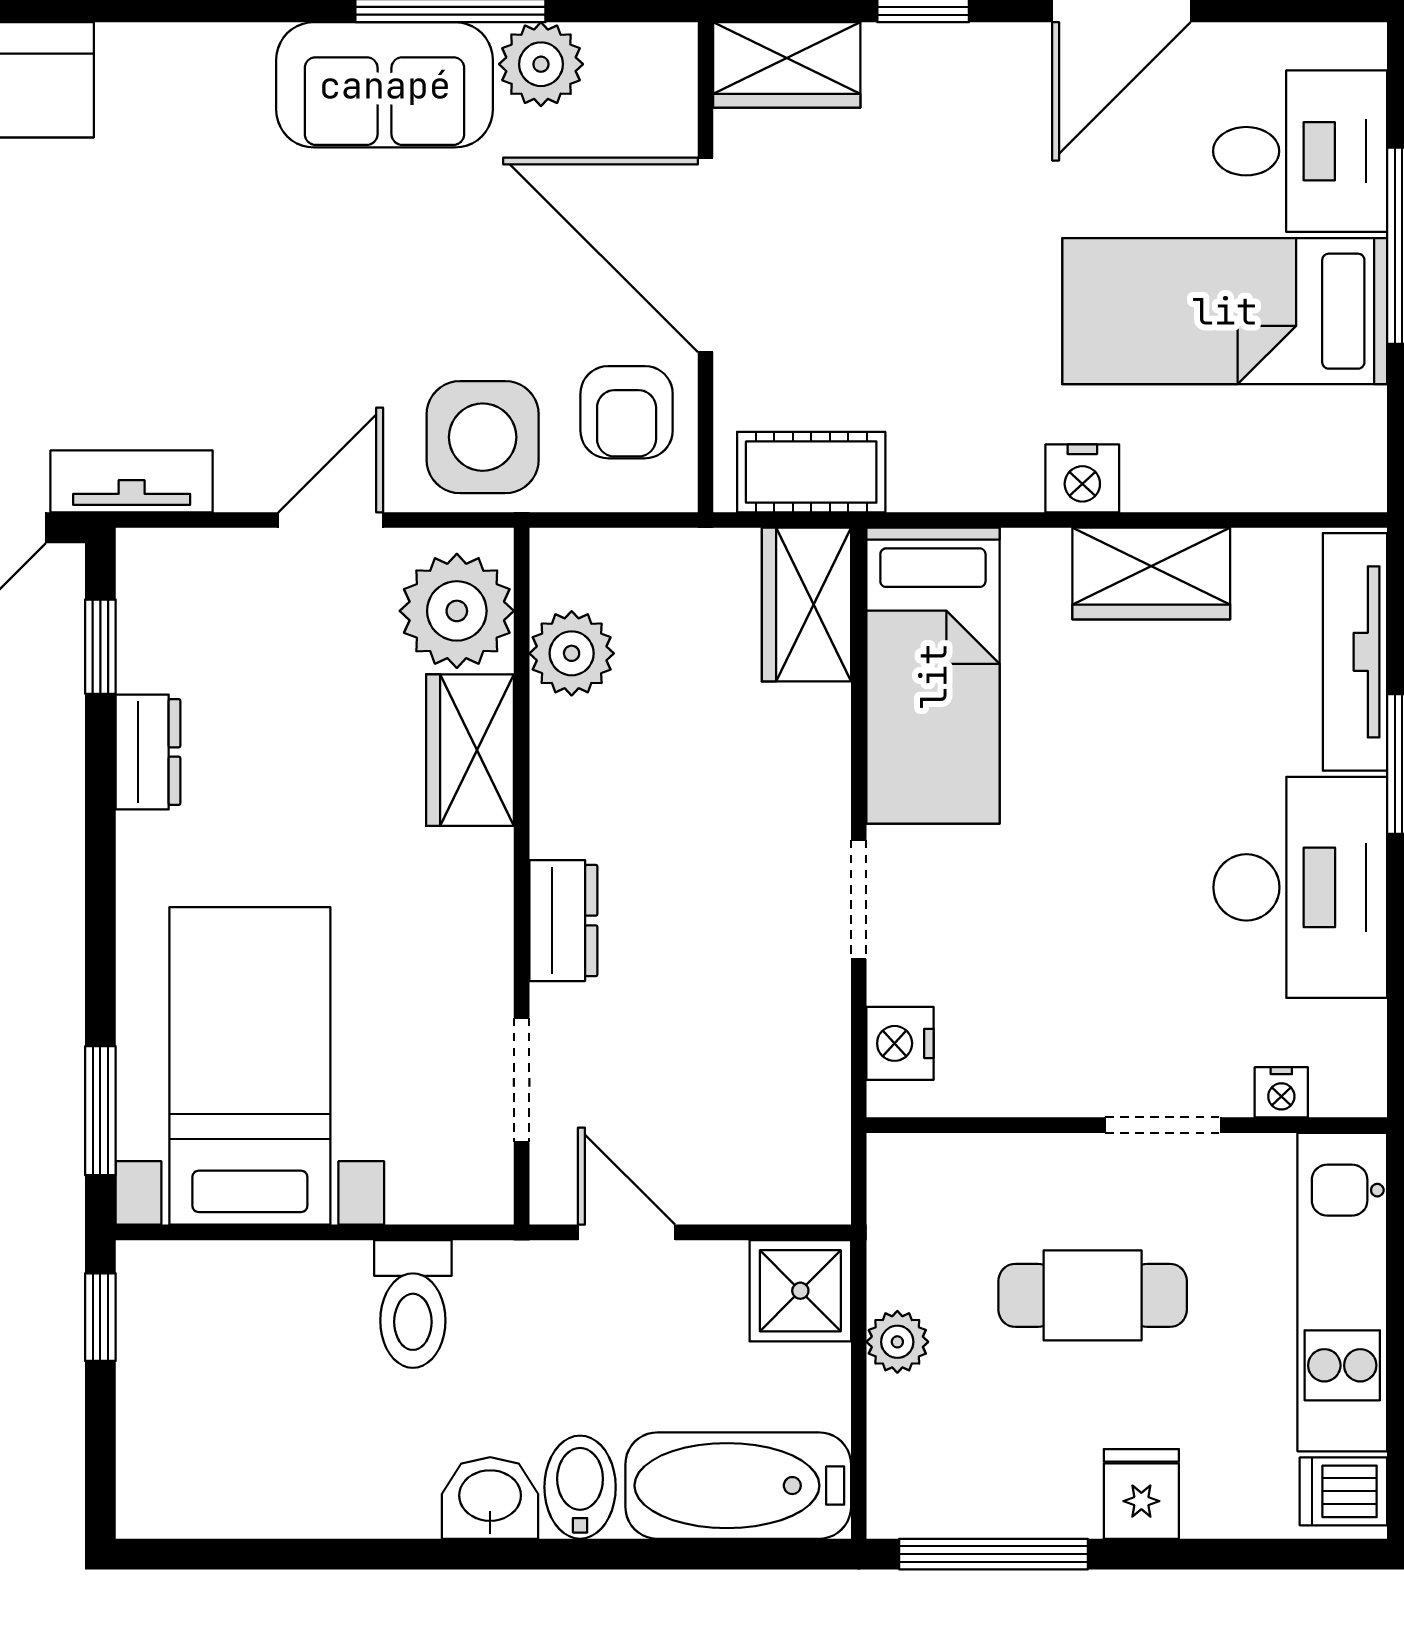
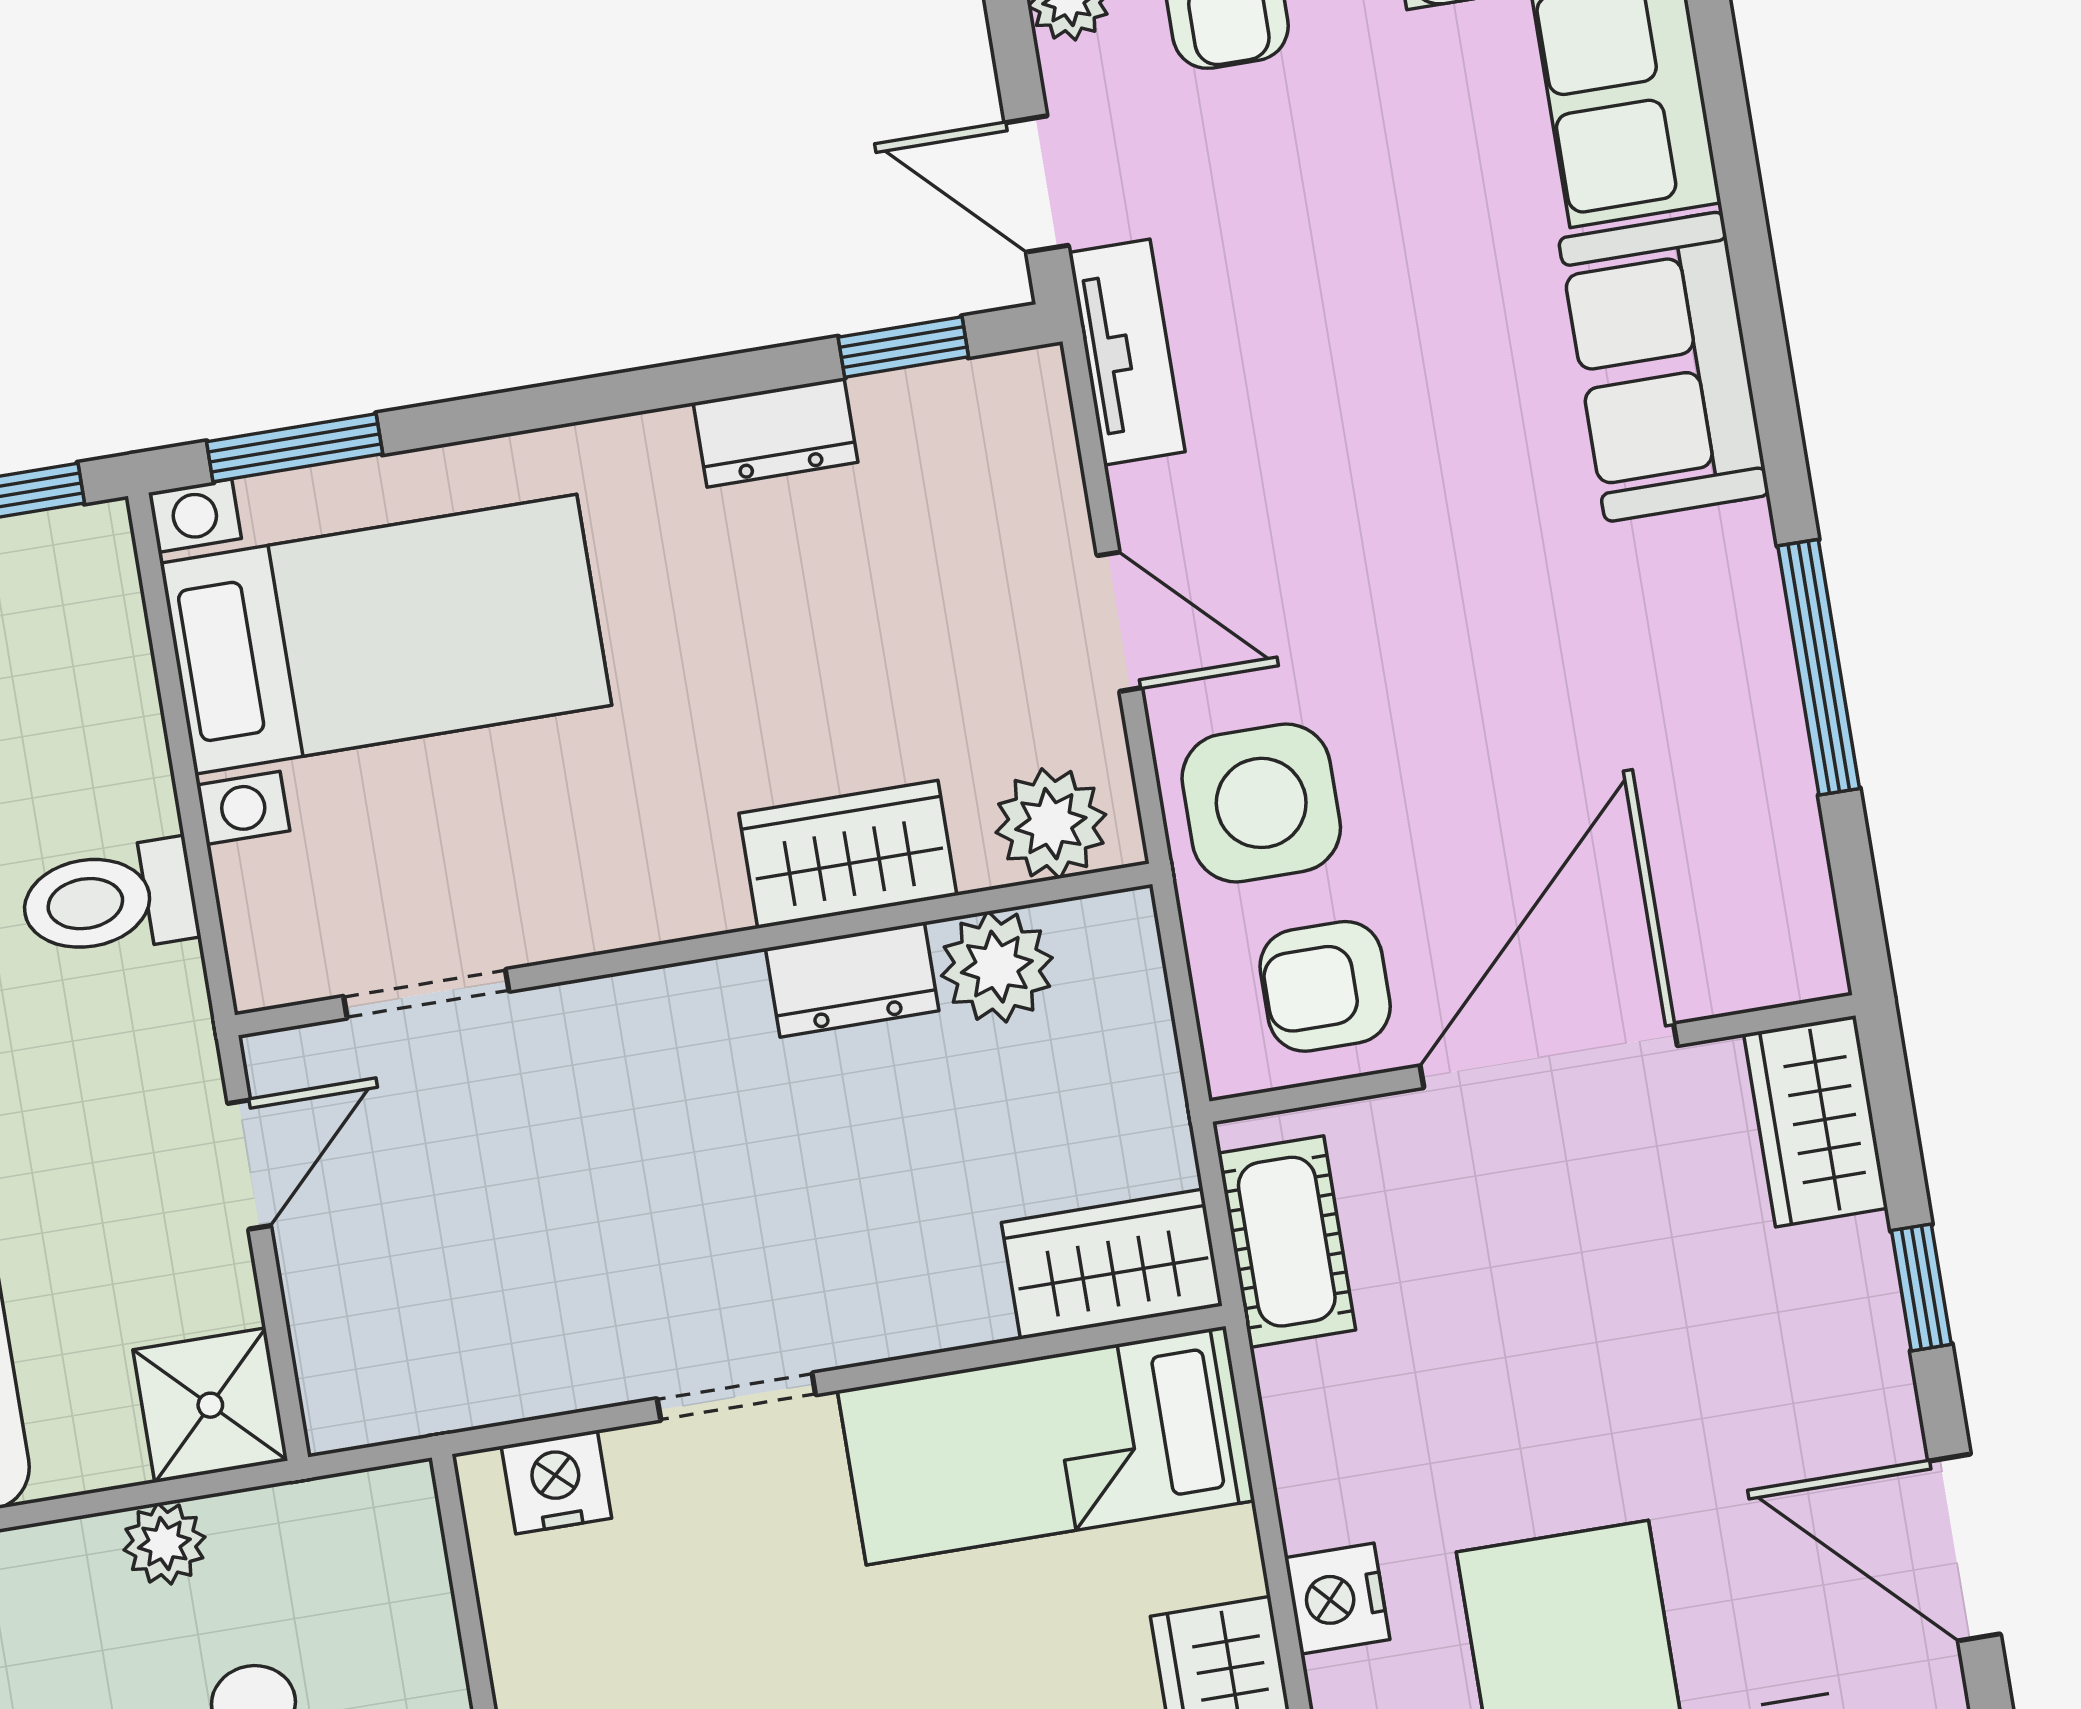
plant: (541, 64) -> (1763, 799), removed
sofa: (385, 85) -> (1664, 367), moved
plant: (457, 611) -> (1051, 824), width x0.73, depth x0.73
dresser: (563, 921) -> (852, 979), moved

